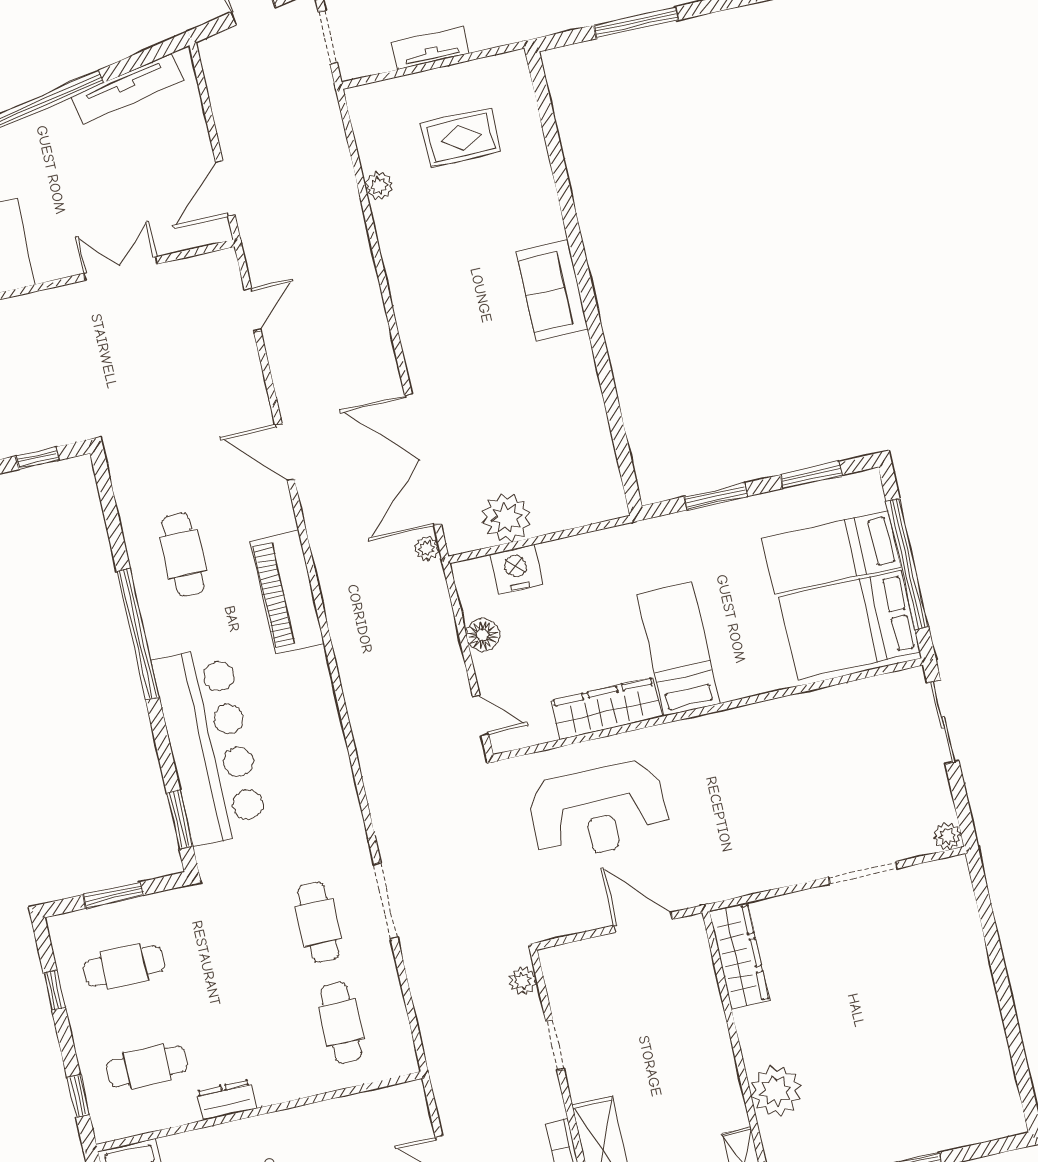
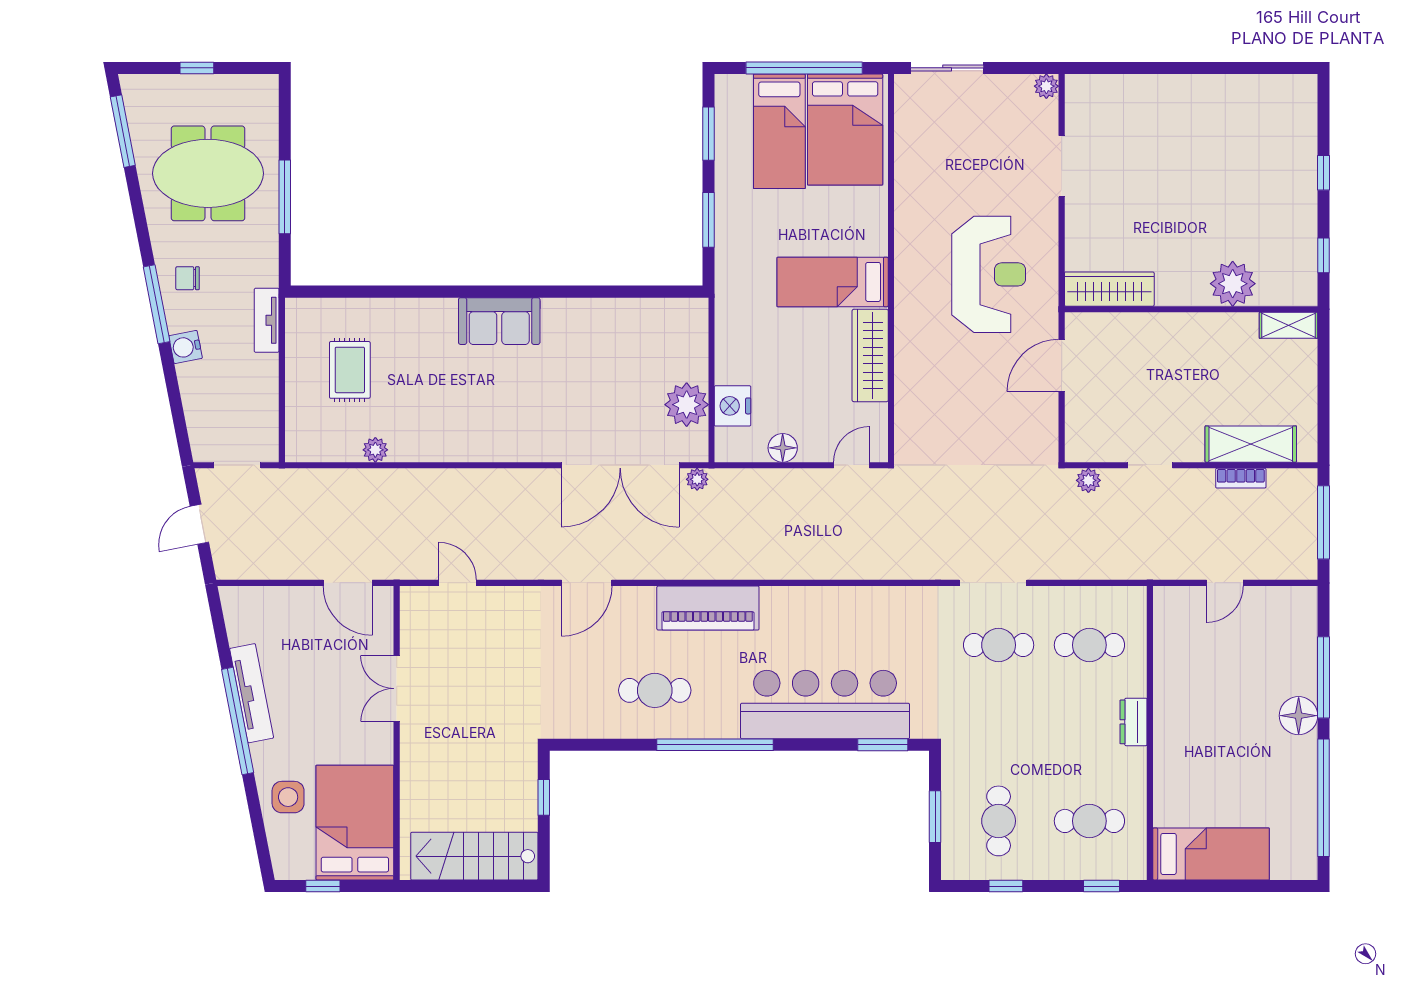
tv unit: (431, 48) -> (267, 320), moved
tv unit: (127, 89) -> (252, 693), moved
reception desk: (598, 811) -> (989, 274), moved
cafe table: (147, 1066) -> (1089, 821), turned 90
dresser: (226, 1100) -> (1134, 722), moved

